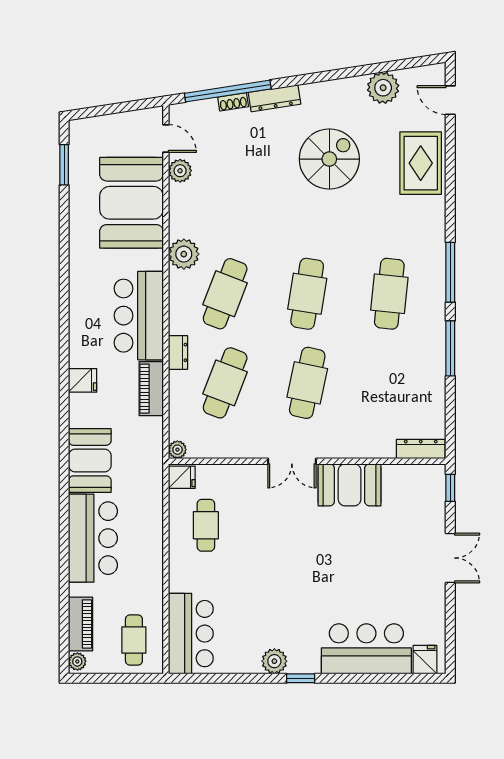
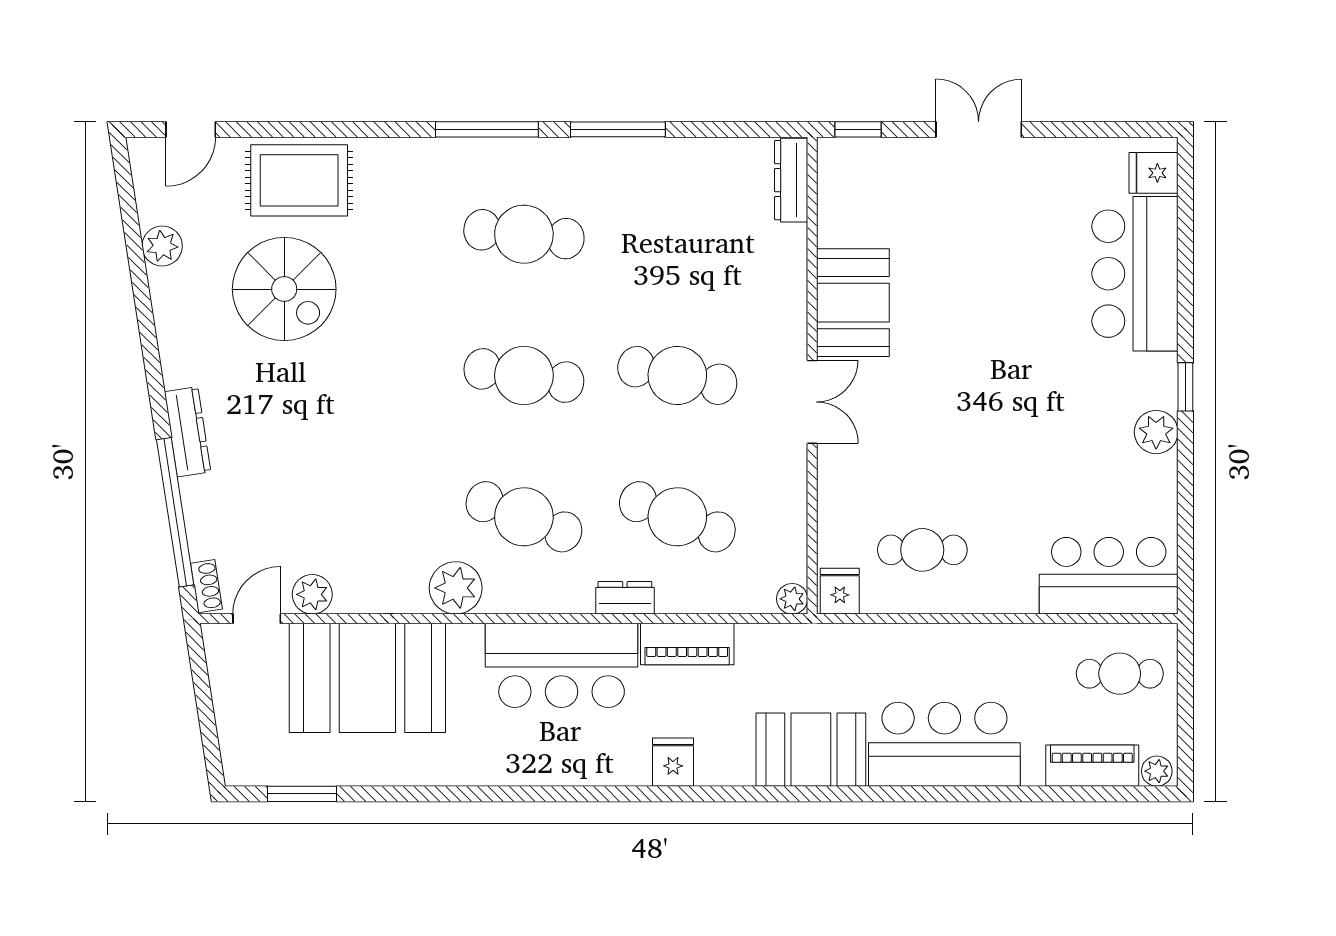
plant: (383, 88) -> (162, 246), width x0.73, depth x0.73
shoe rack: (233, 102) -> (206, 586), moved
spiral stairs: (329, 159) -> (284, 289), moved, turned 180

